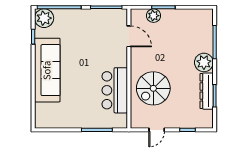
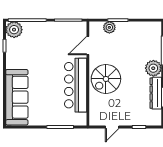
door: (129, 36) -> (88, 46), swing flipped
sofa: (47, 70) -> (17, 97), moved
spiral stairs: (153, 88) -> (106, 79), moved
bar counter: (115, 90) -> (76, 85), width x1.36

